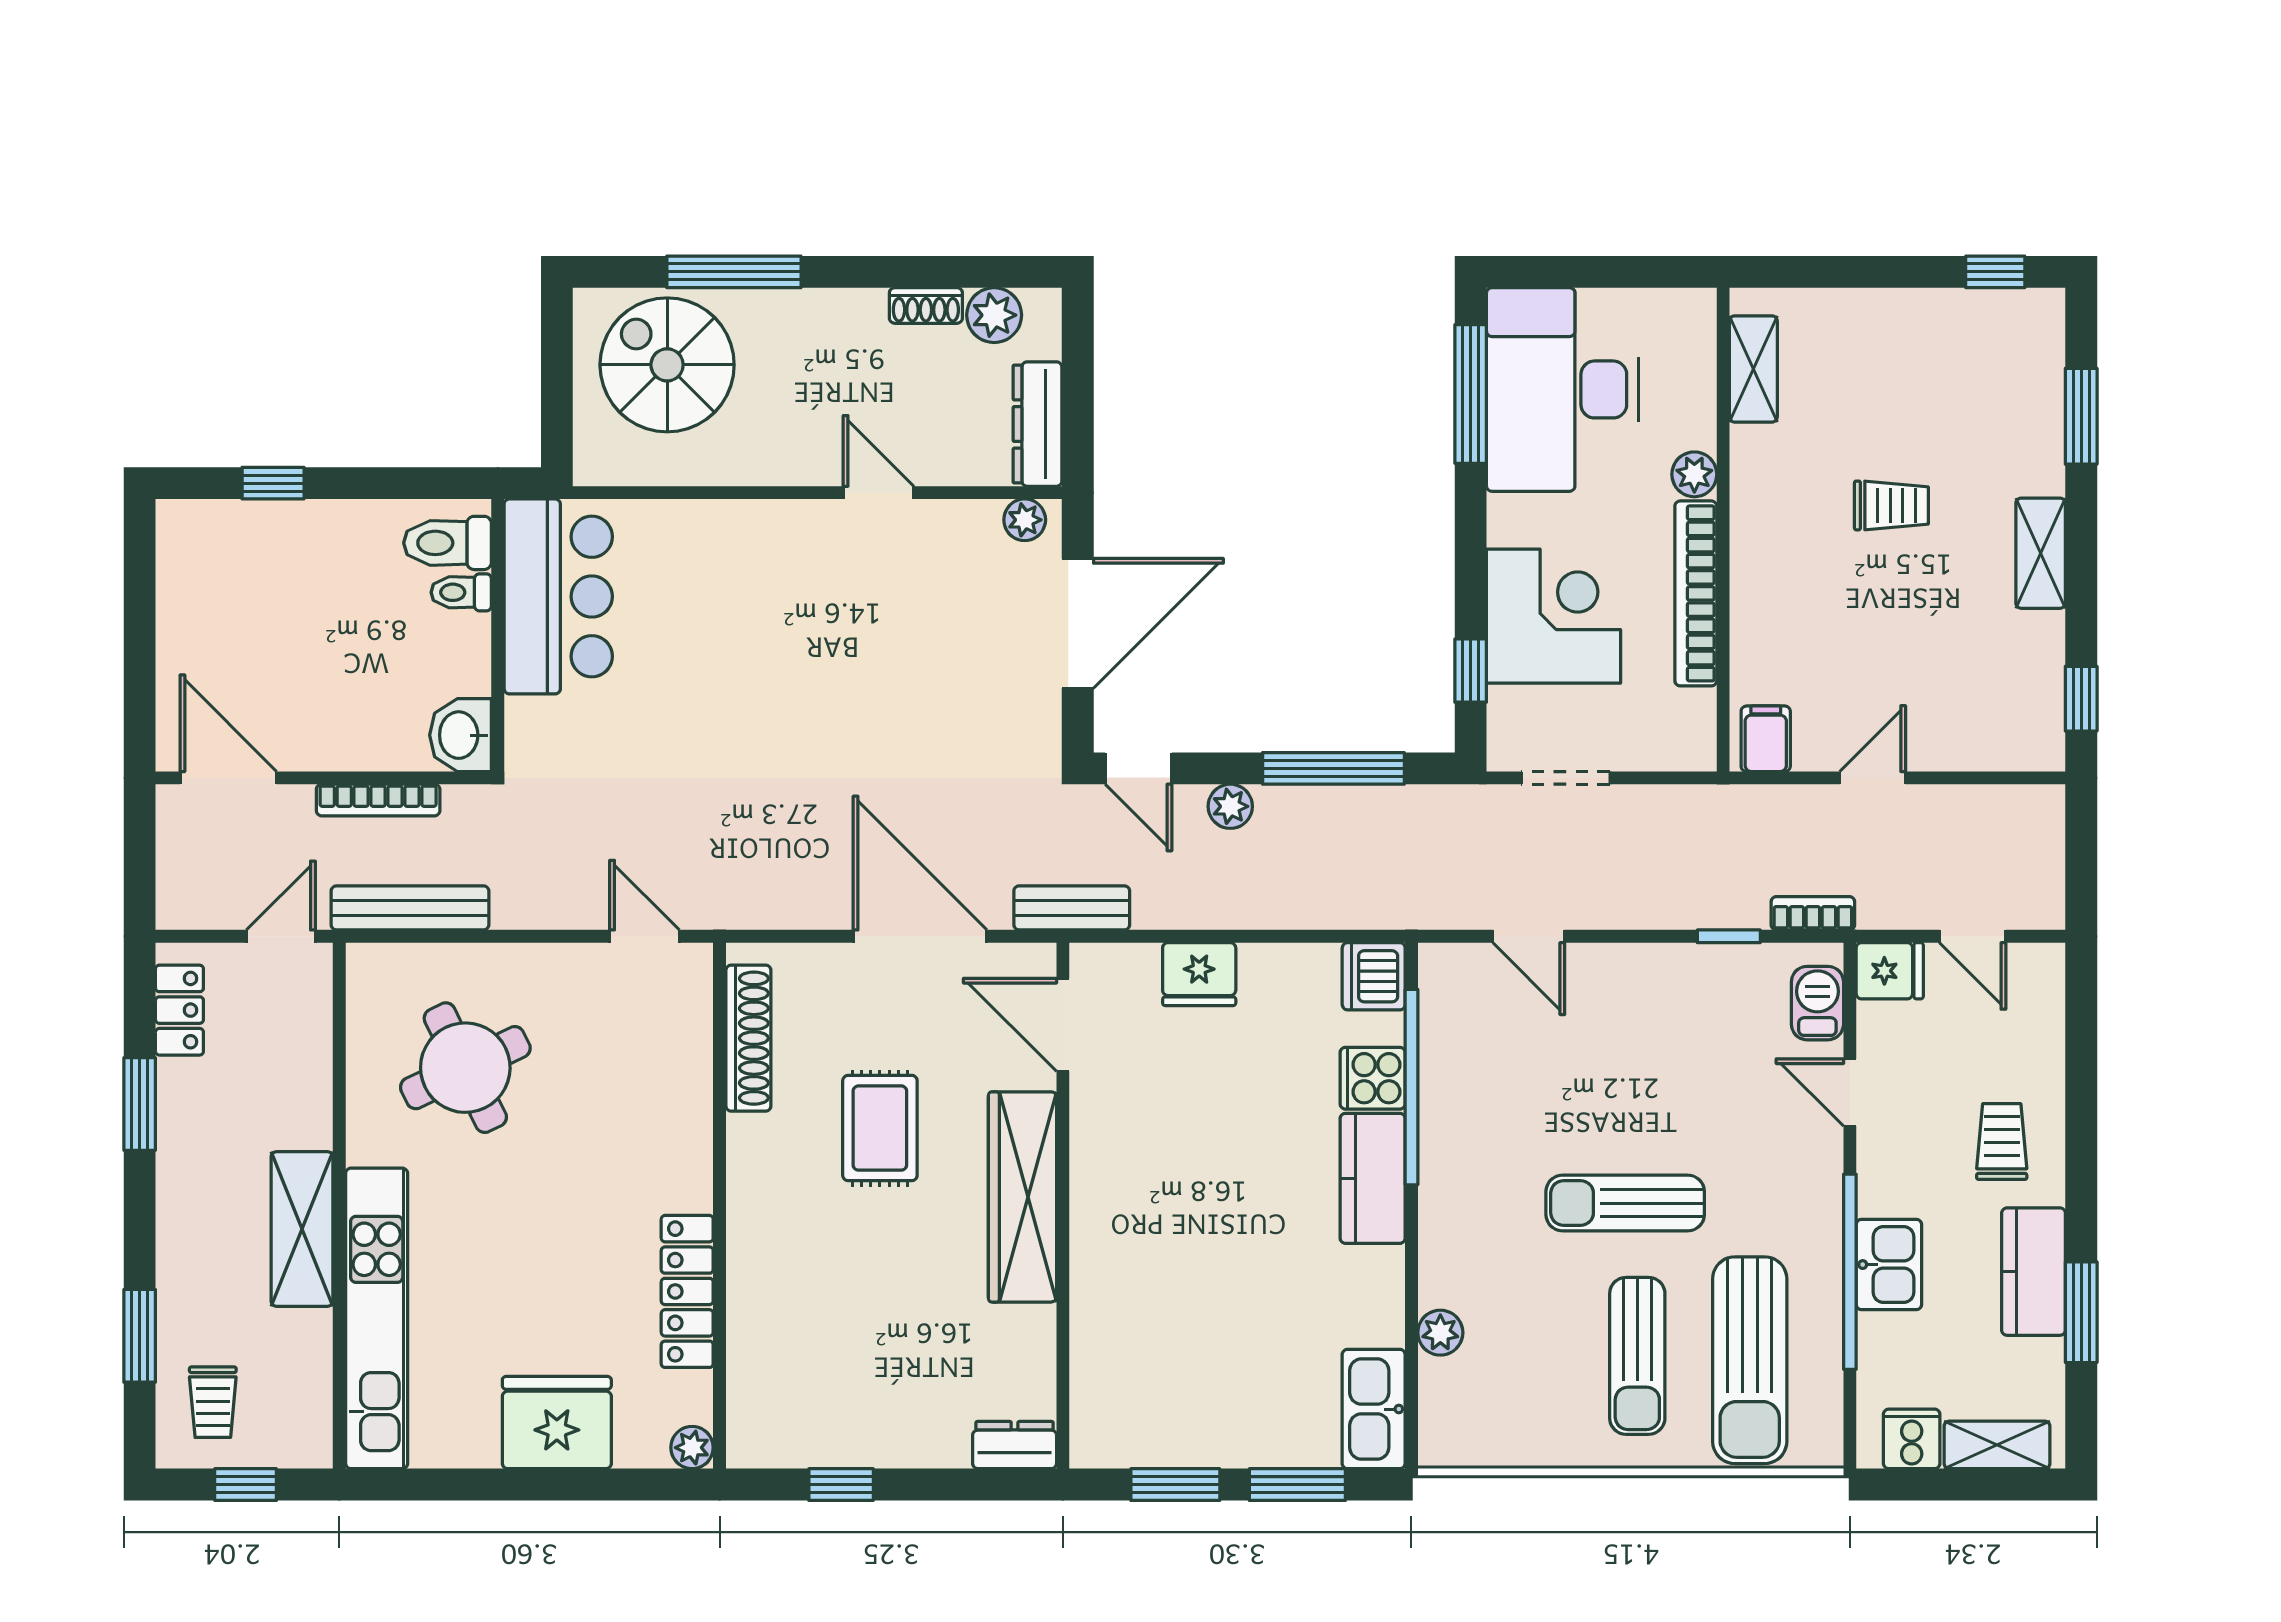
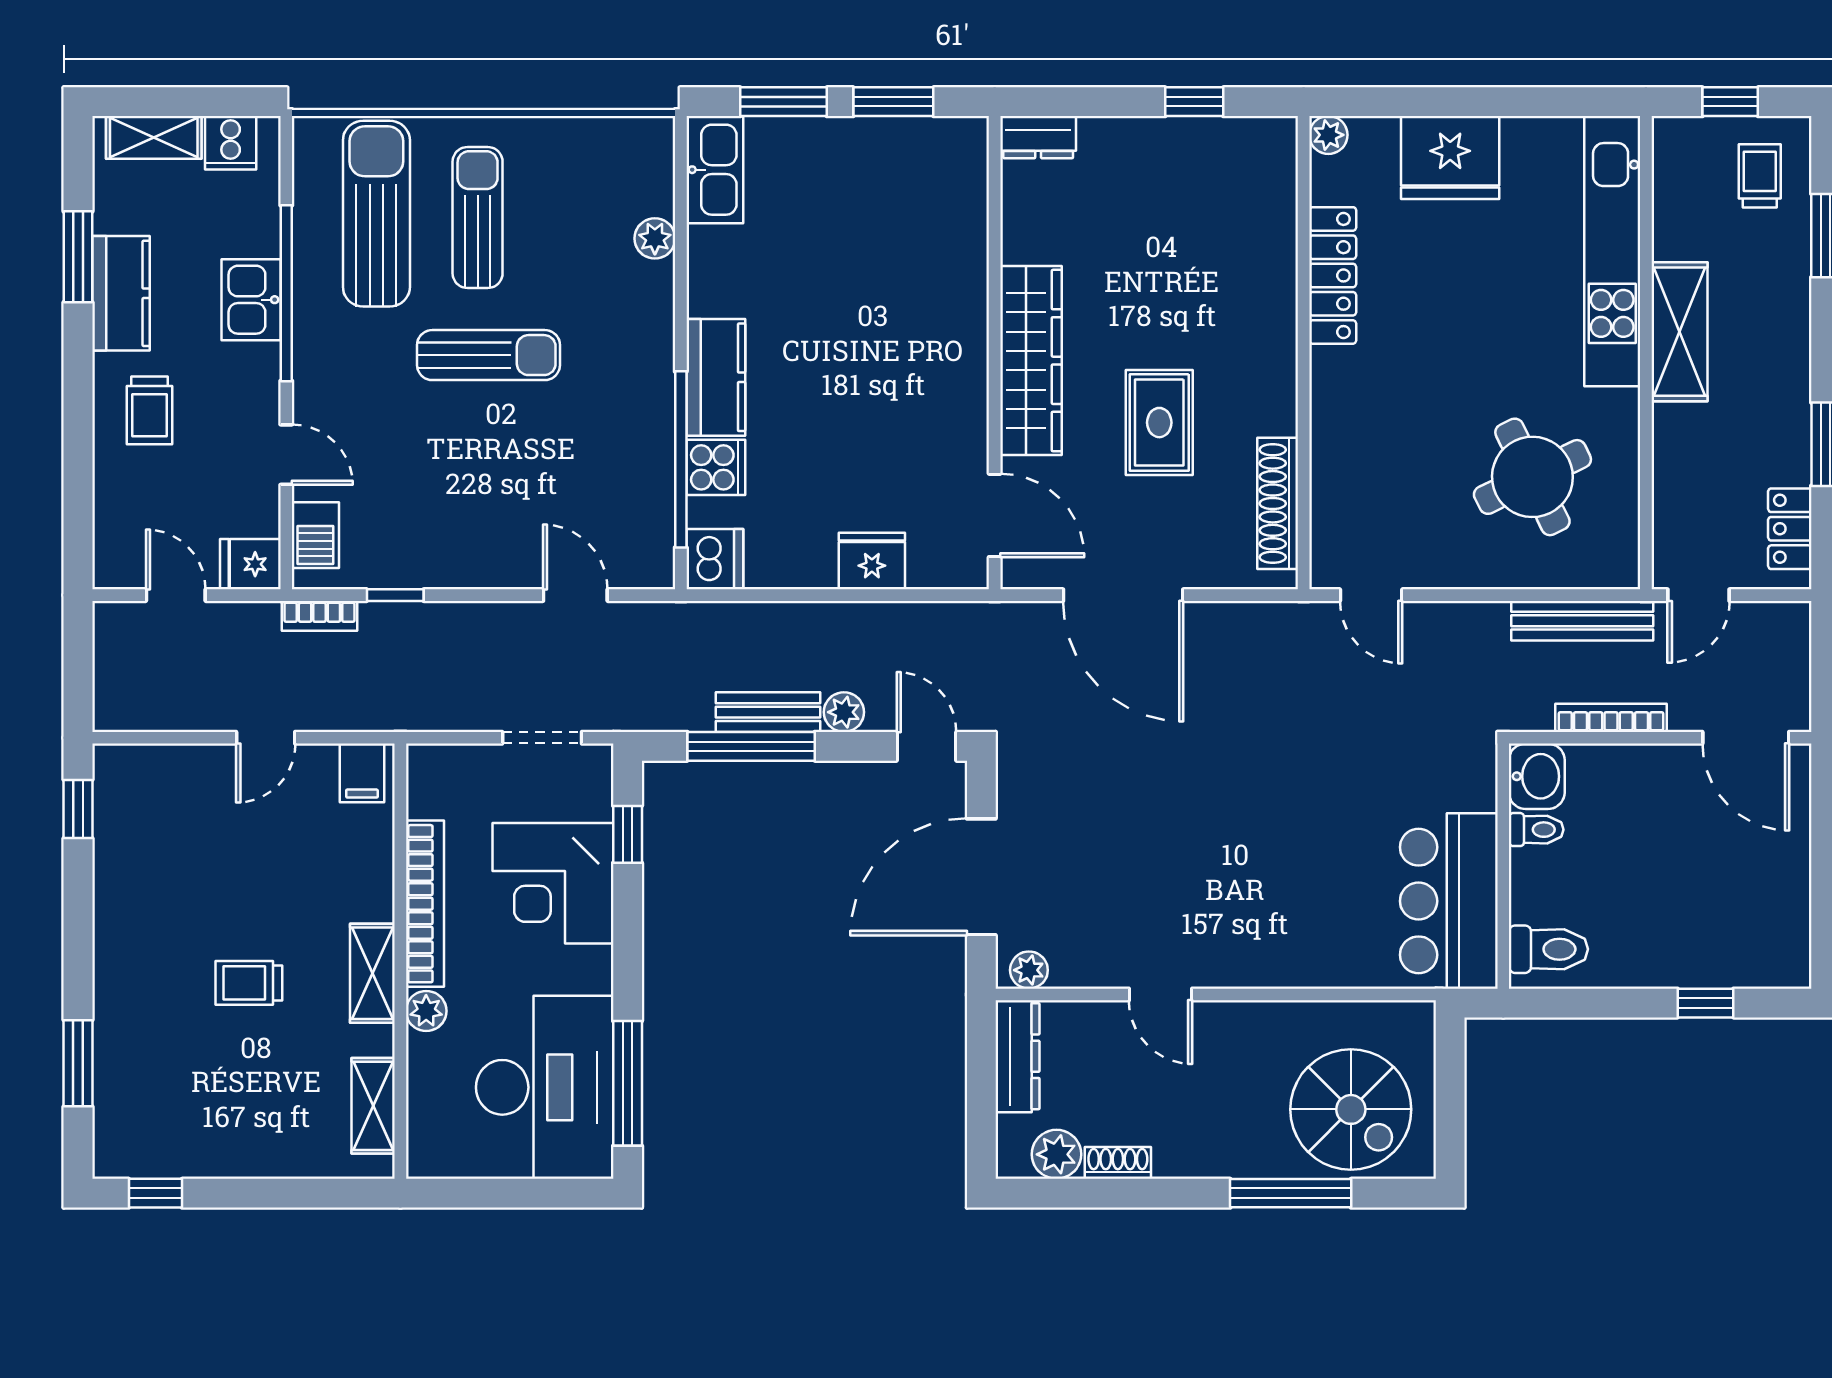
shelving: (2041, 553) -> (372, 973), moved
toilet: (461, 592) -> (1536, 830), moved
bench: (1072, 908) -> (768, 712), moved

